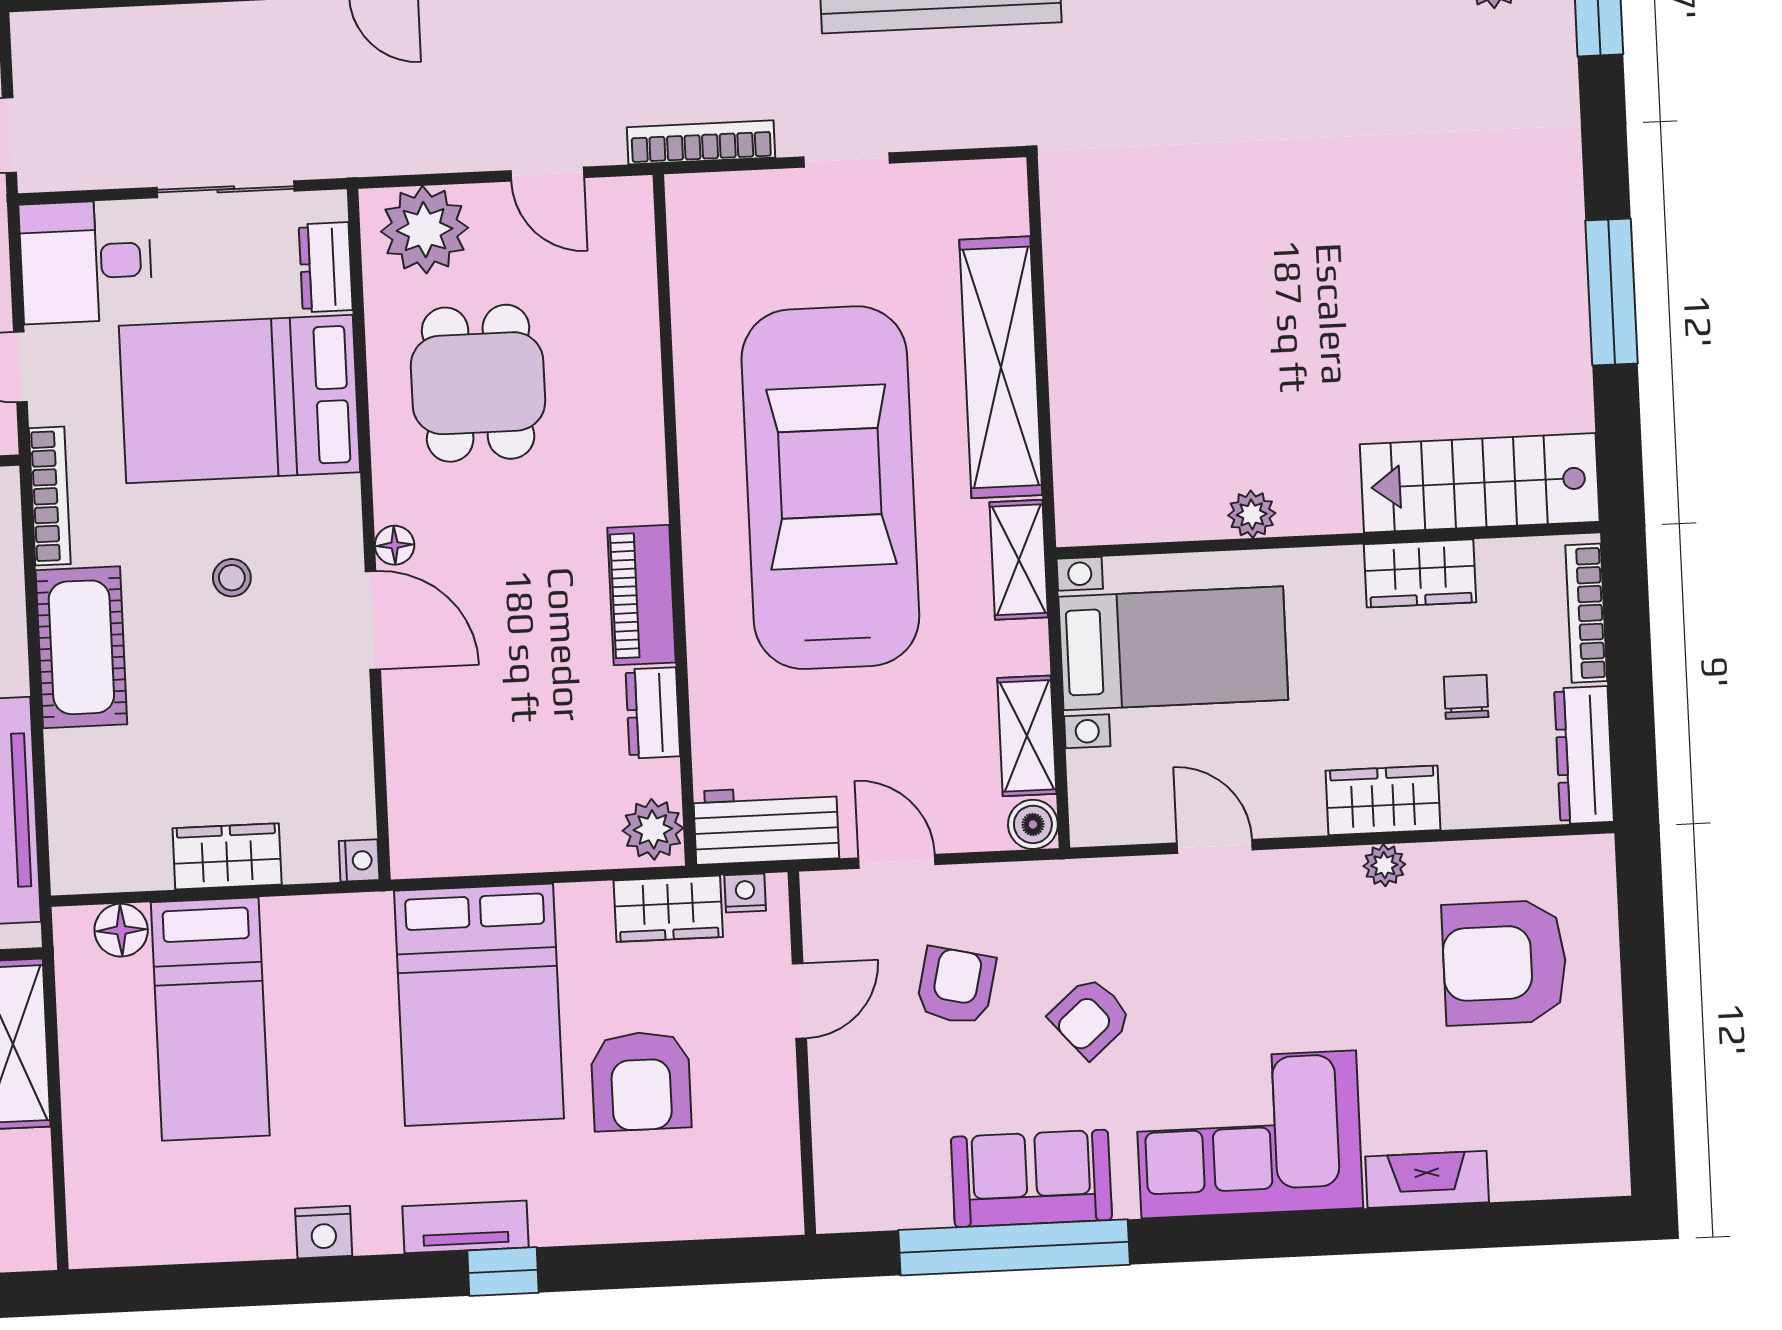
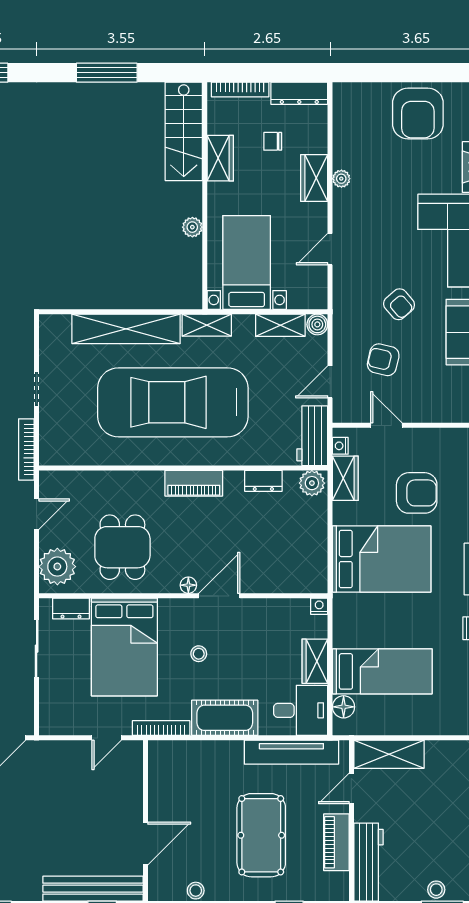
desk: (86, 262) -> (301, 710), moved, turned -90
dining table: (478, 383) -> (122, 547), turned 90
piano: (641, 595) -> (194, 483), moved
armchair: (1504, 963) -> (418, 113), moved

